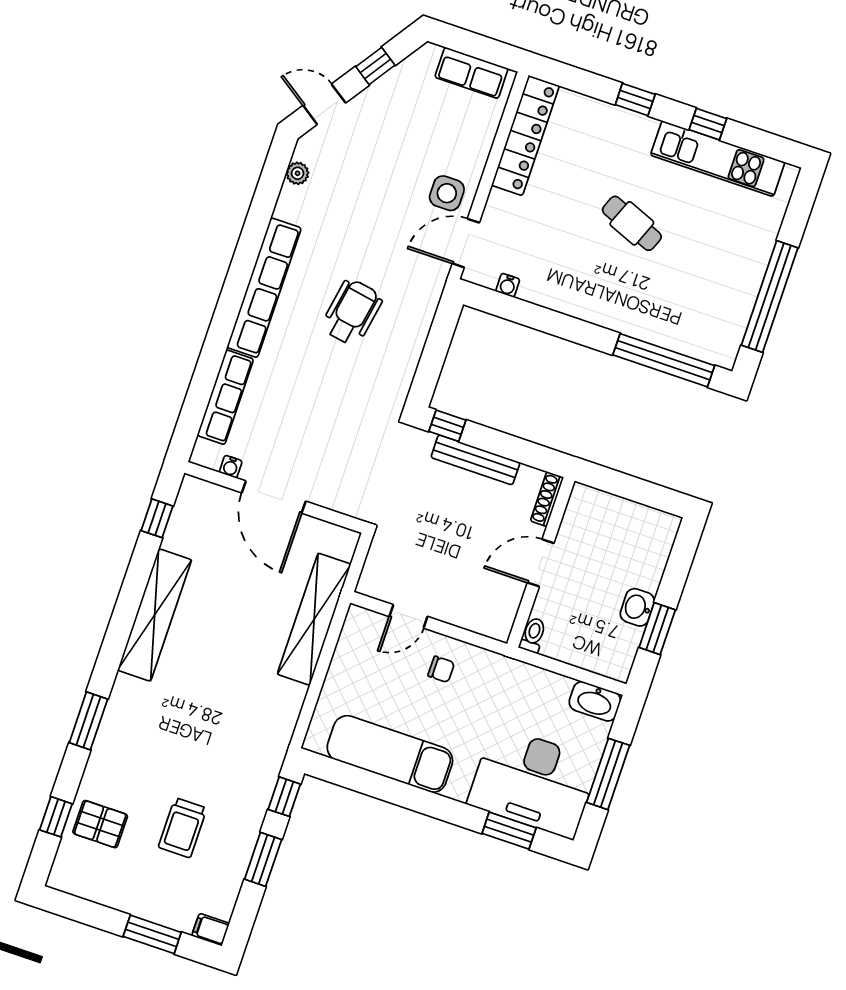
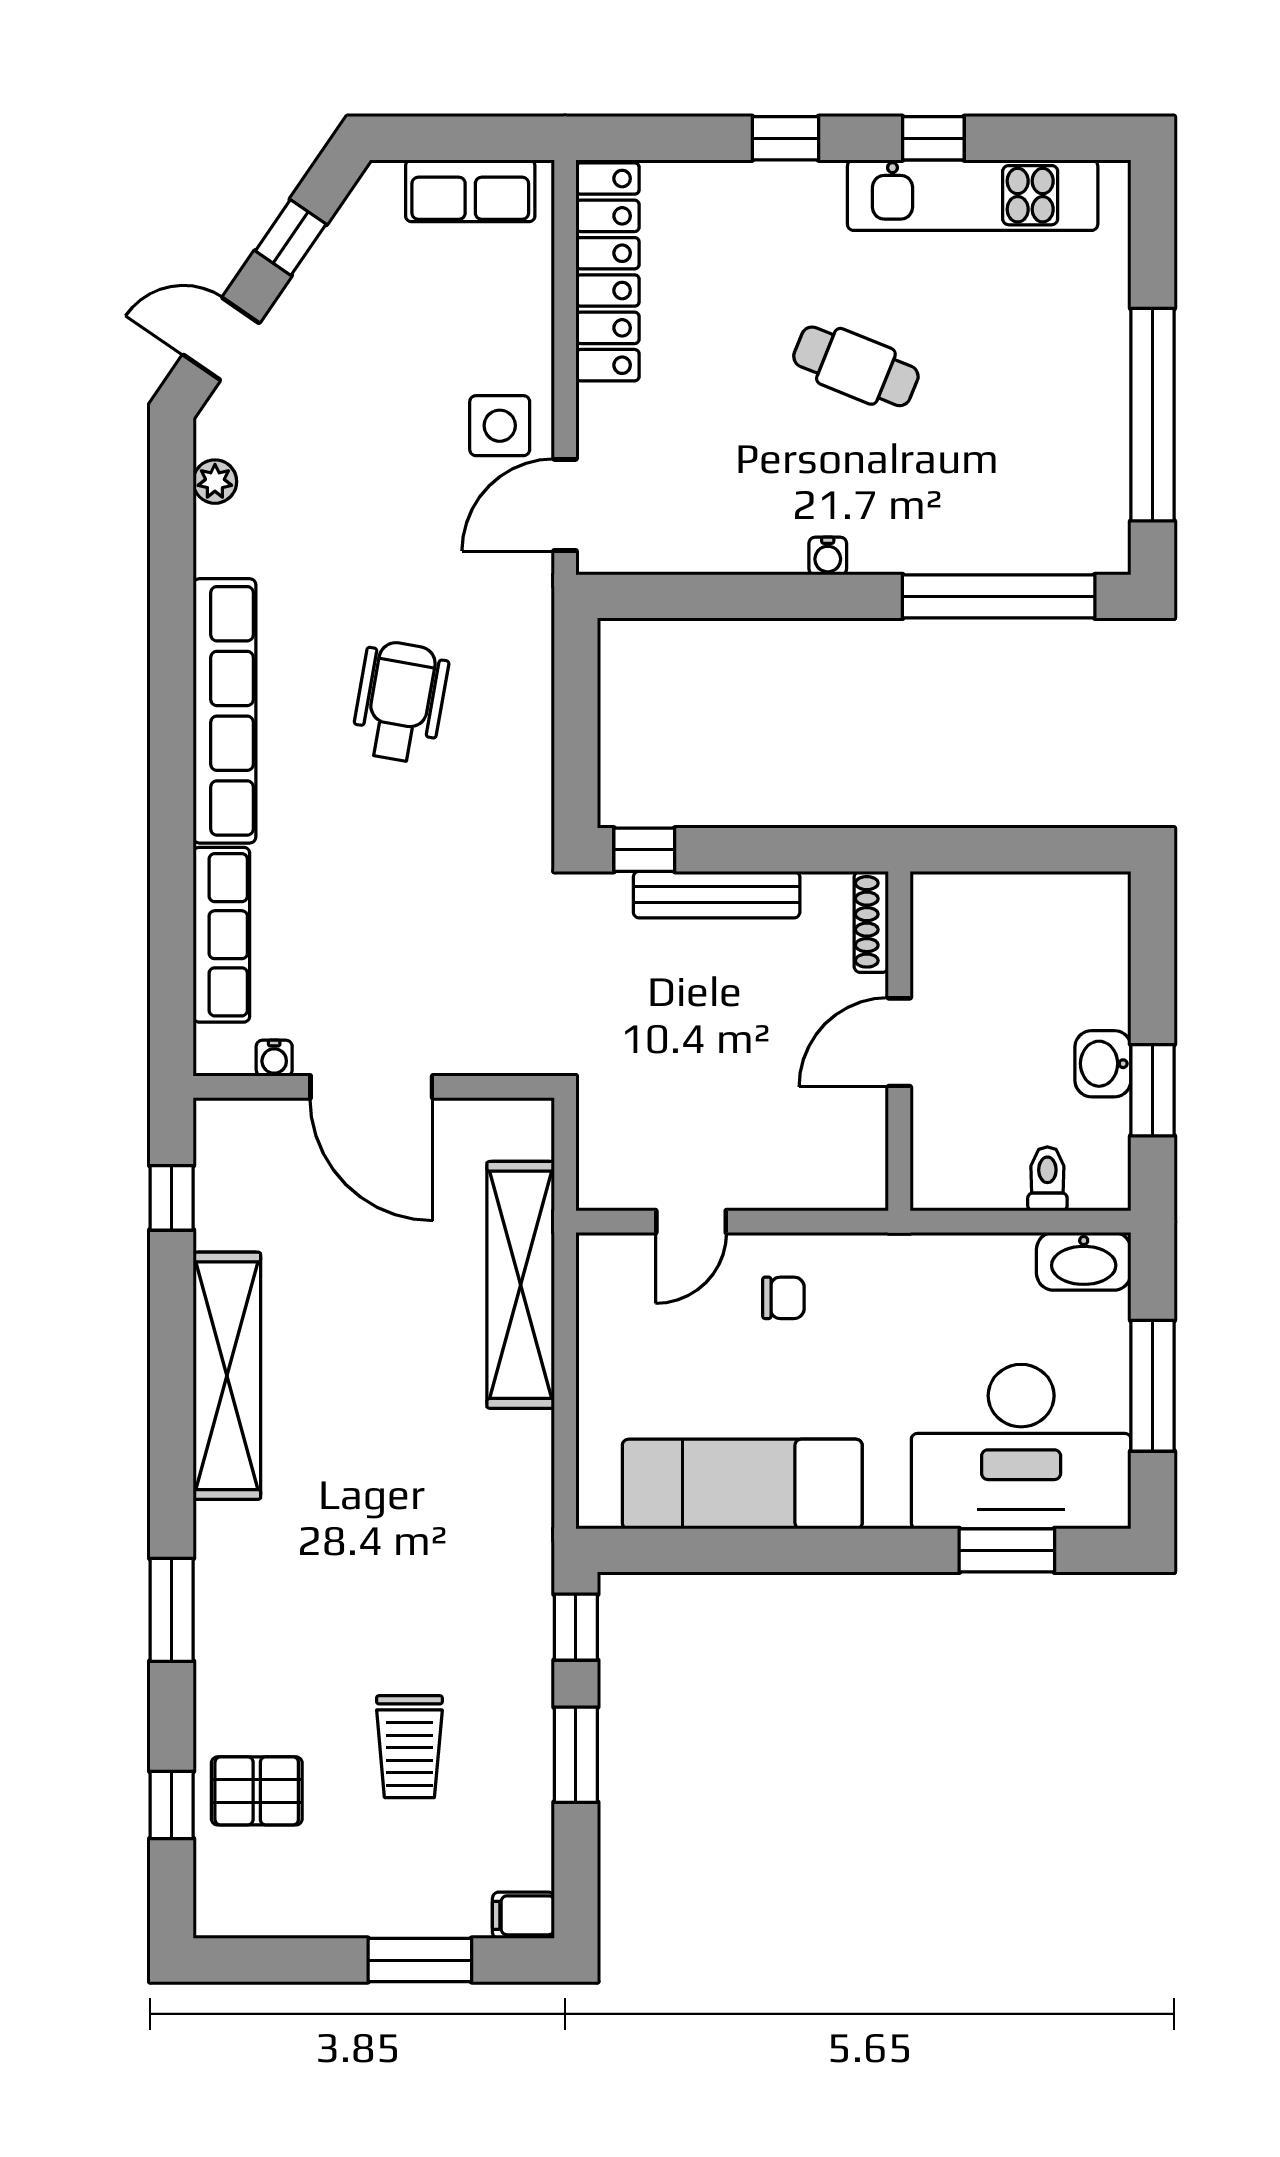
water cooler: (508, 285) -> (828, 556), moved
toilet: (533, 635) -> (1047, 1179), moved

